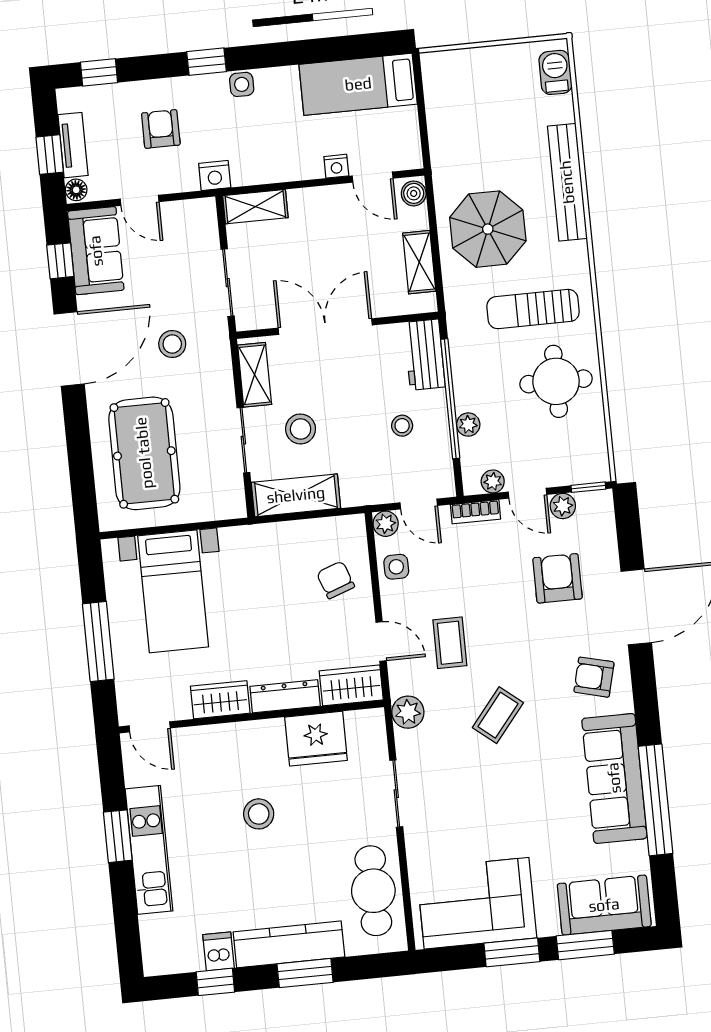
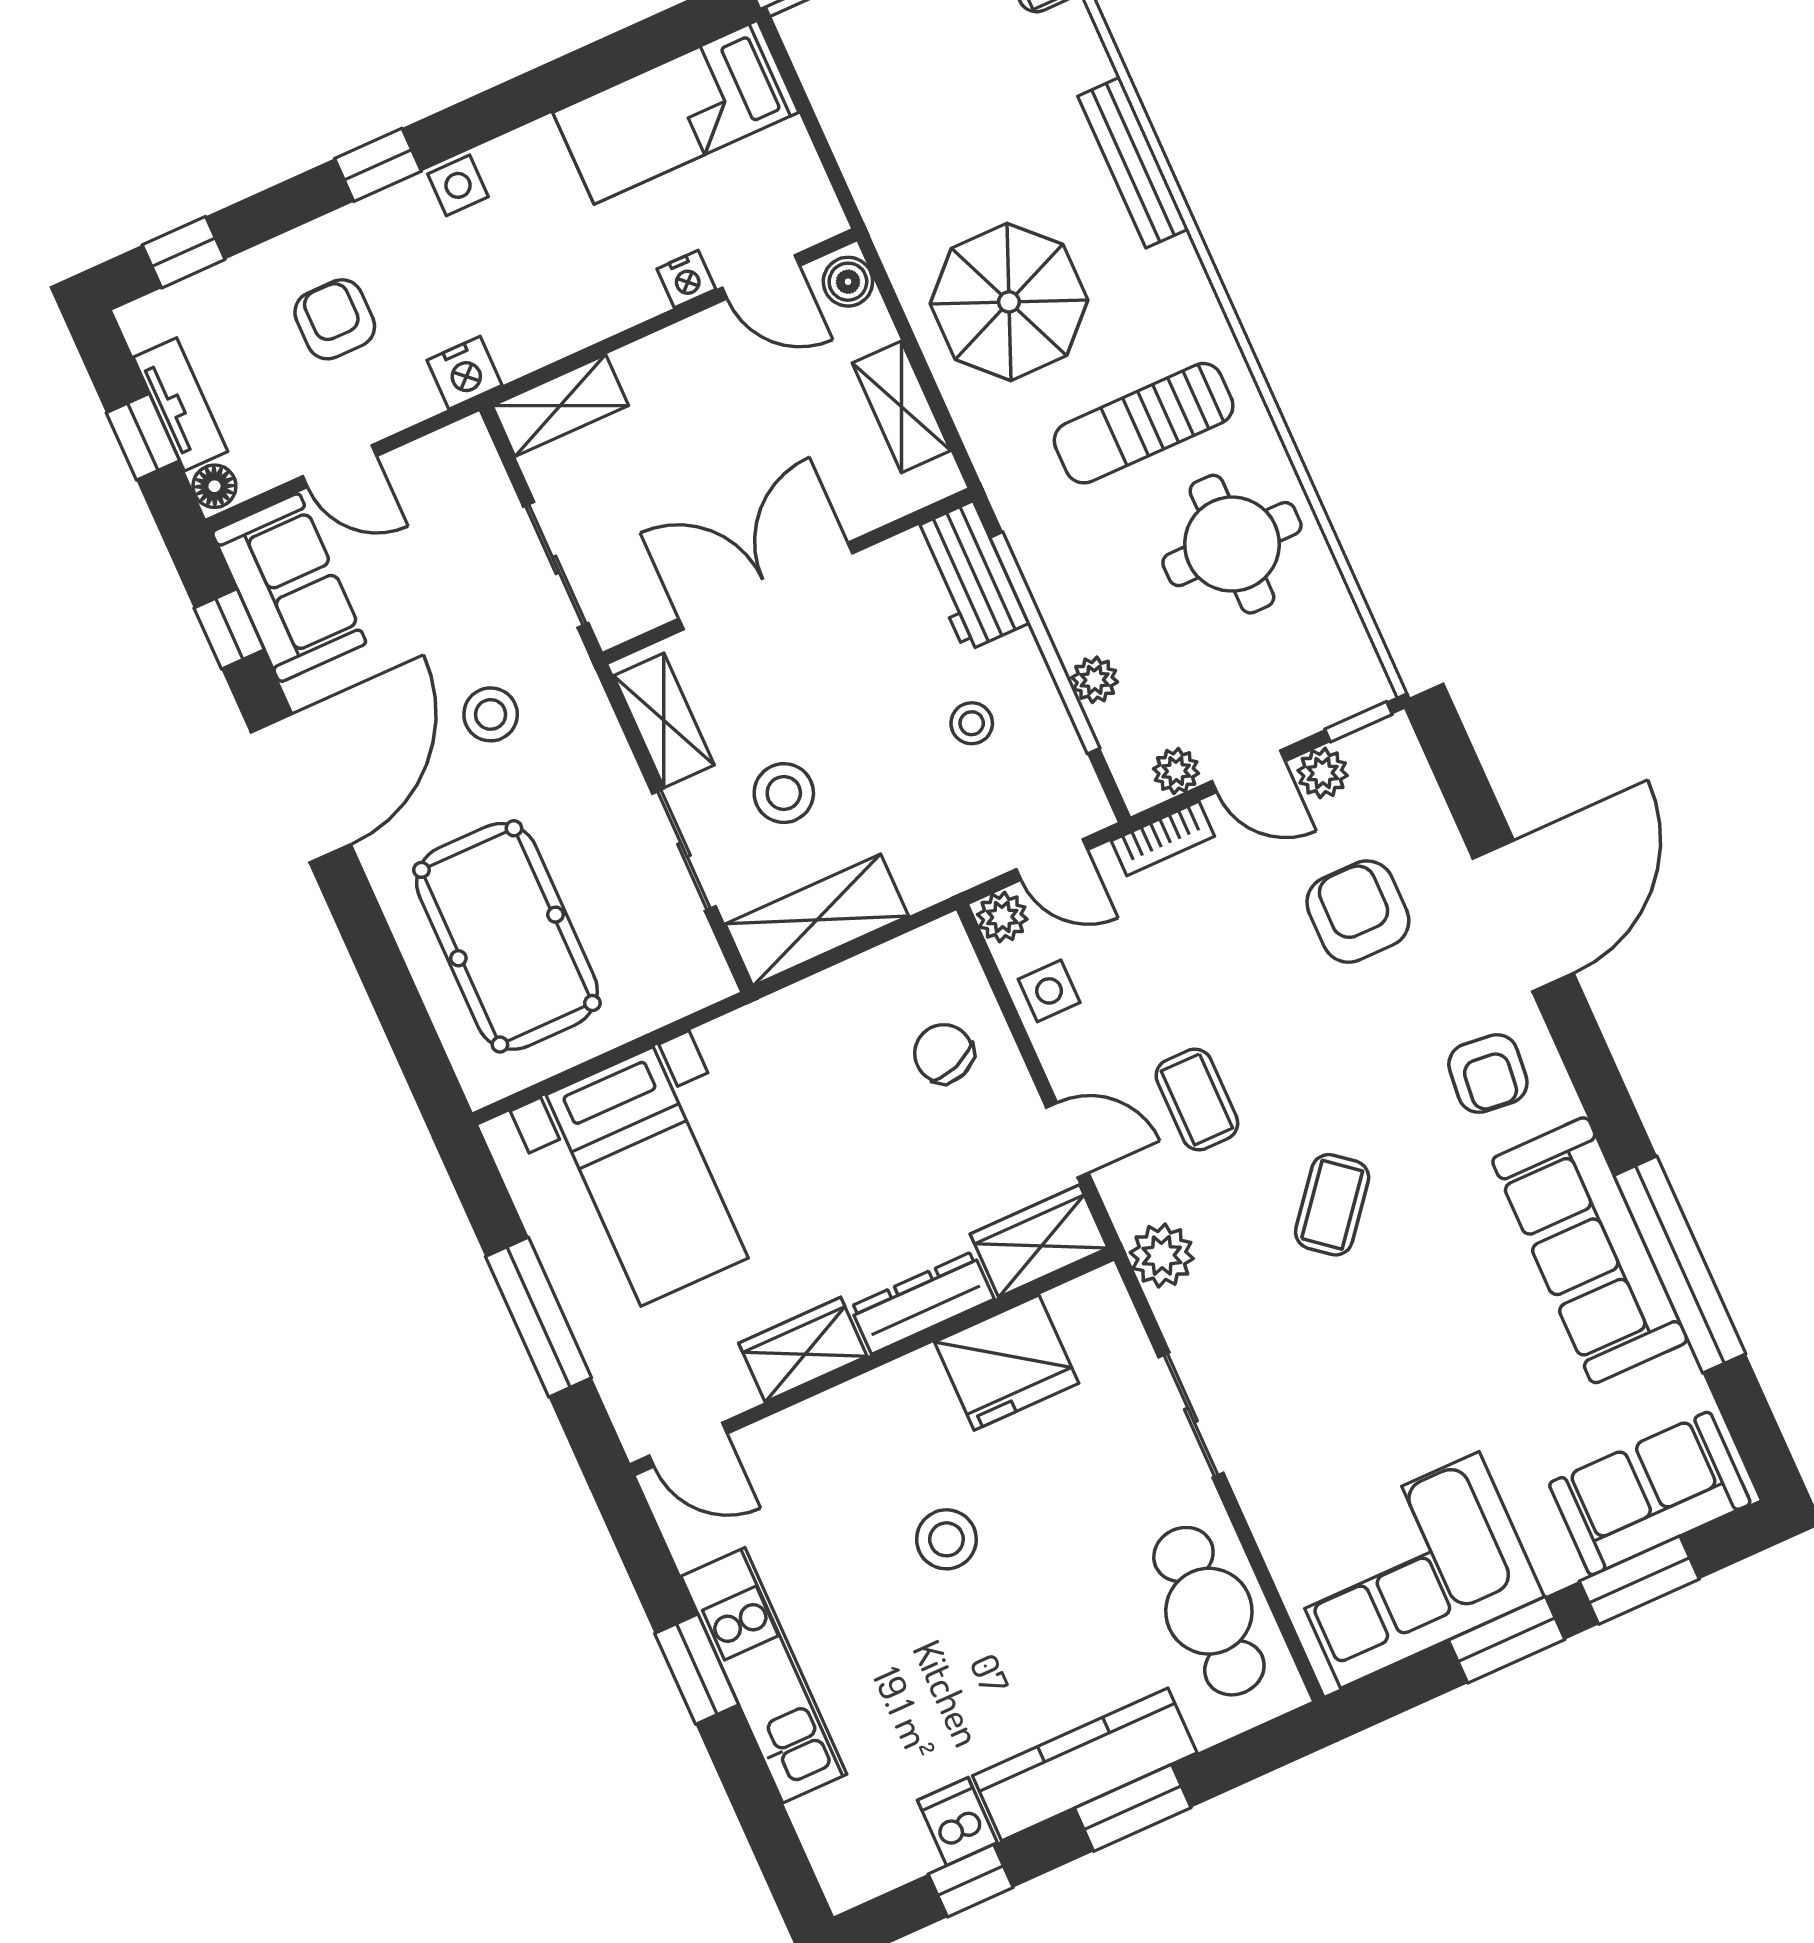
bench: (567, 182) -> (1133, 163), width x0.73, depth x0.82
armchair: (594, 677) -> (1488, 1074), turned -98

